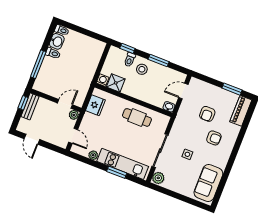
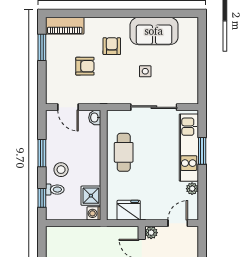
plant: (158, 178) -> (189, 96), removed
sofa: (208, 183) -> (154, 31), moved

